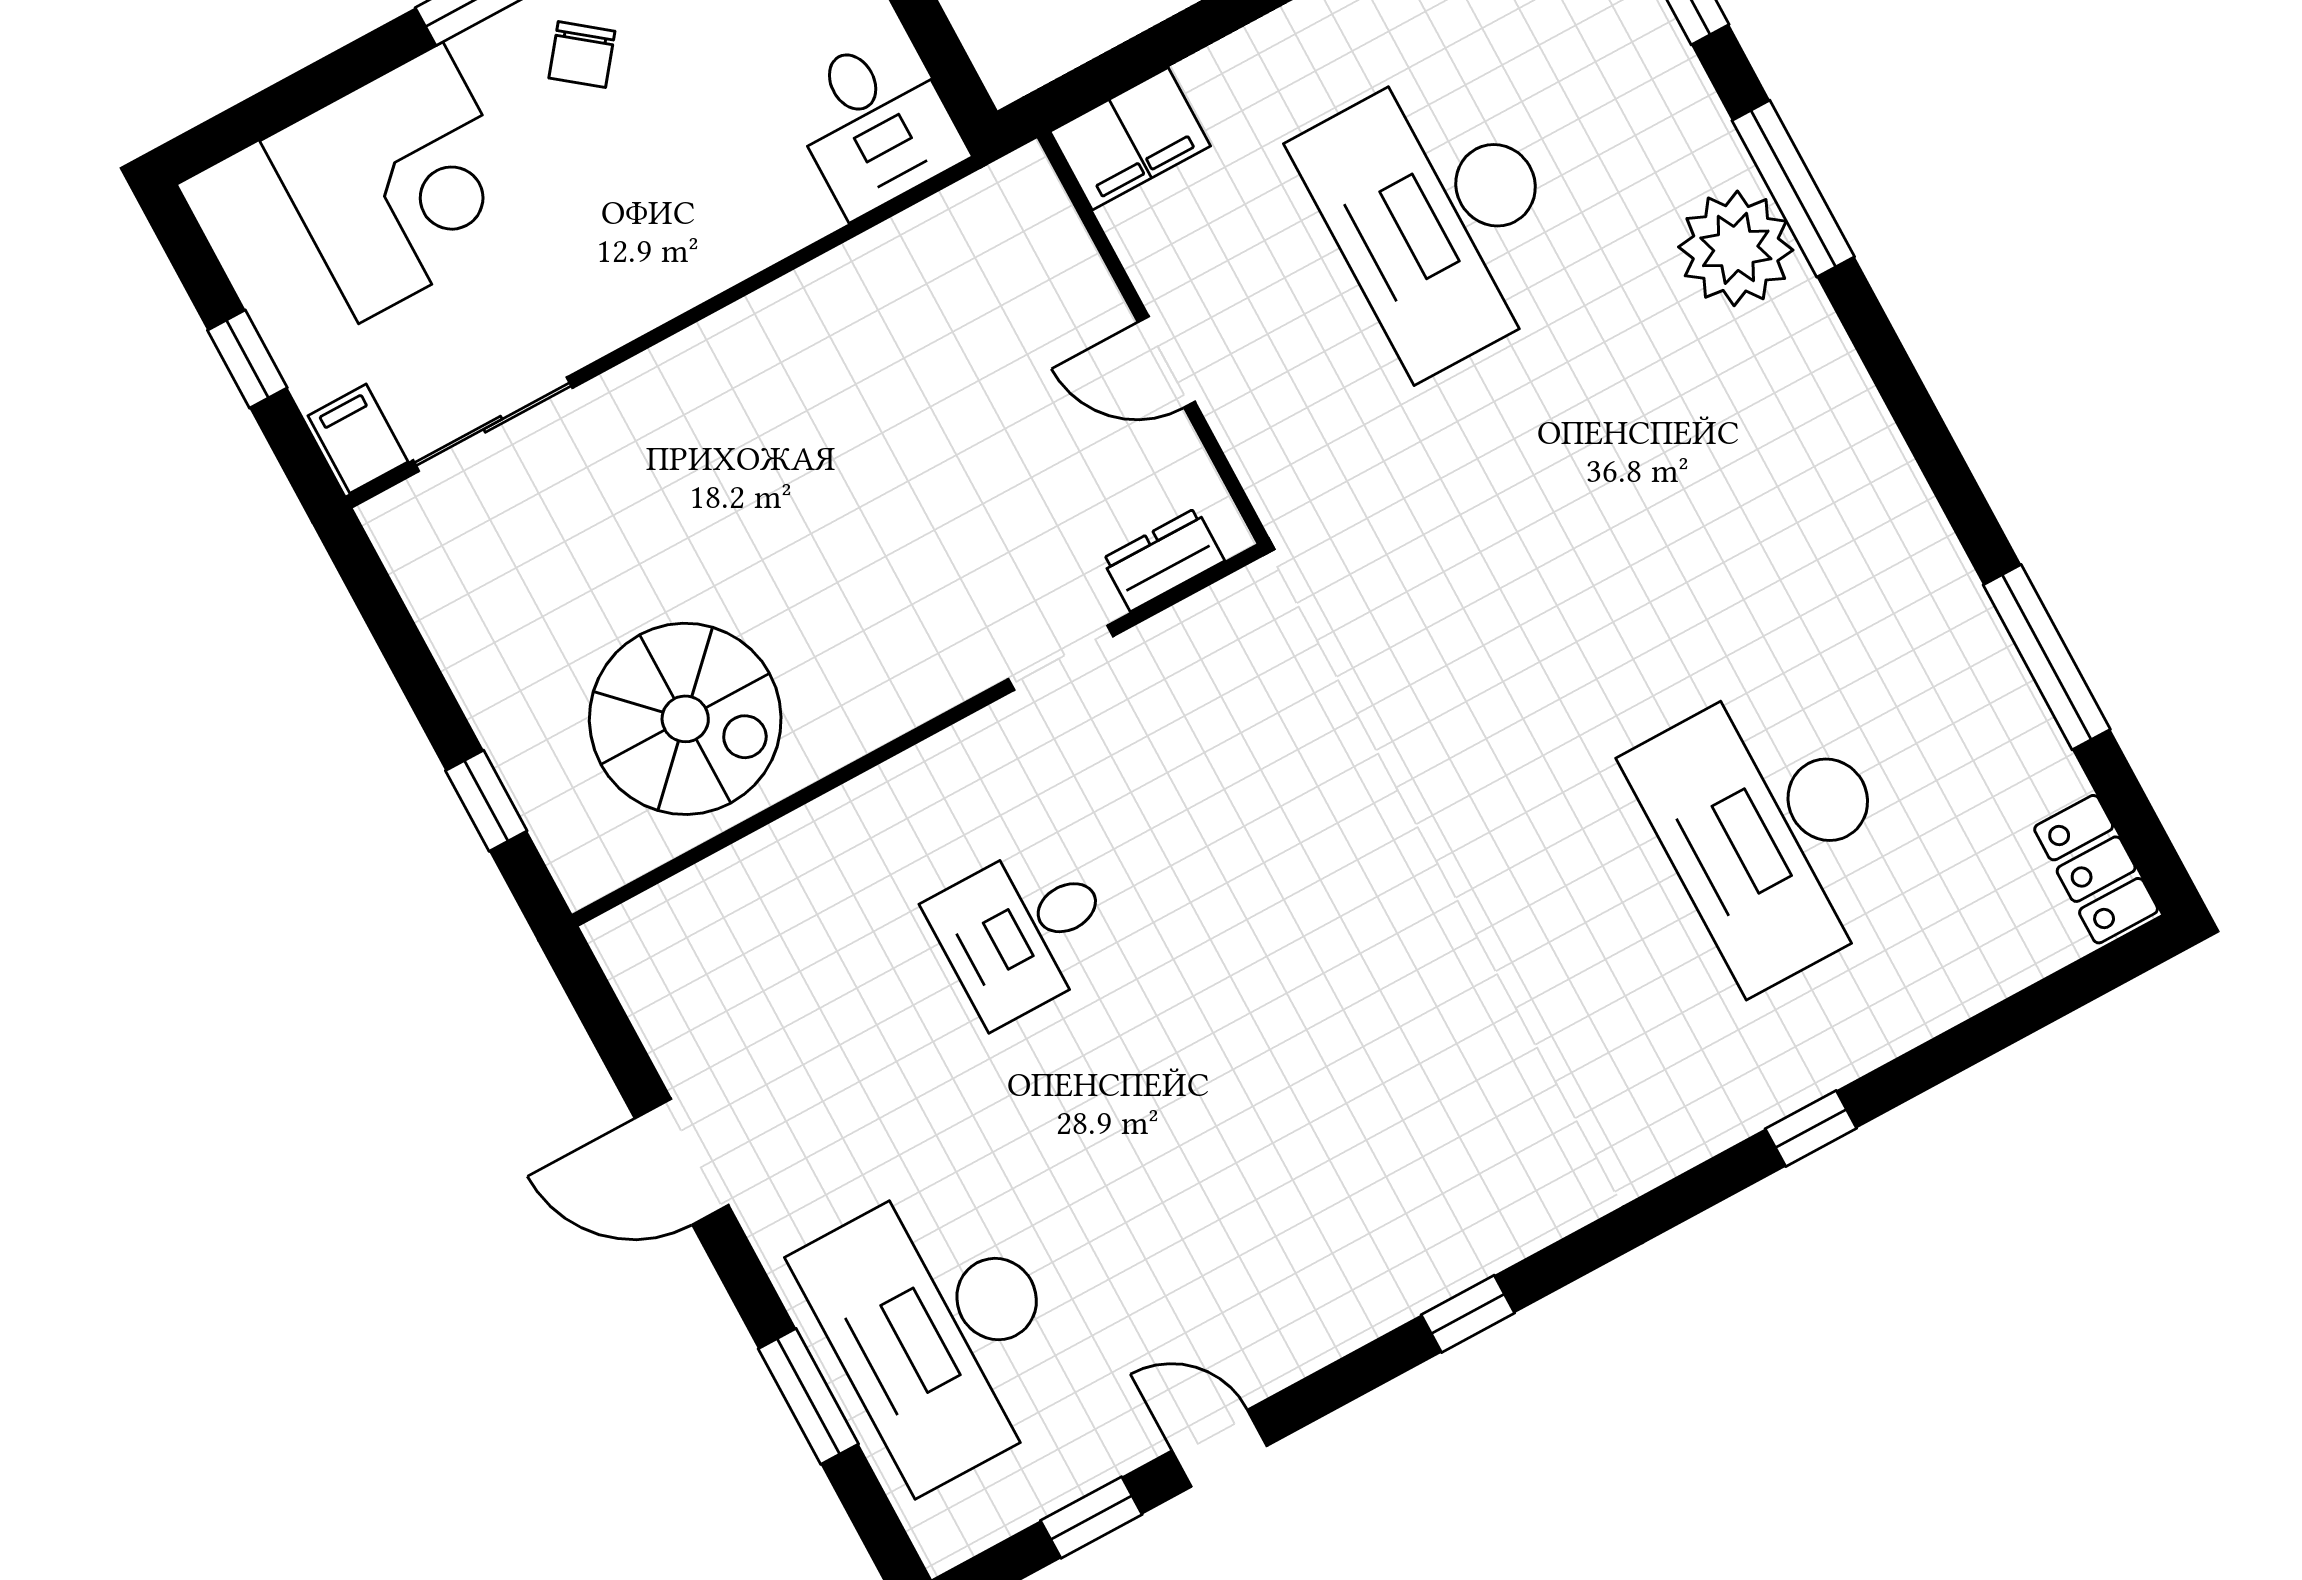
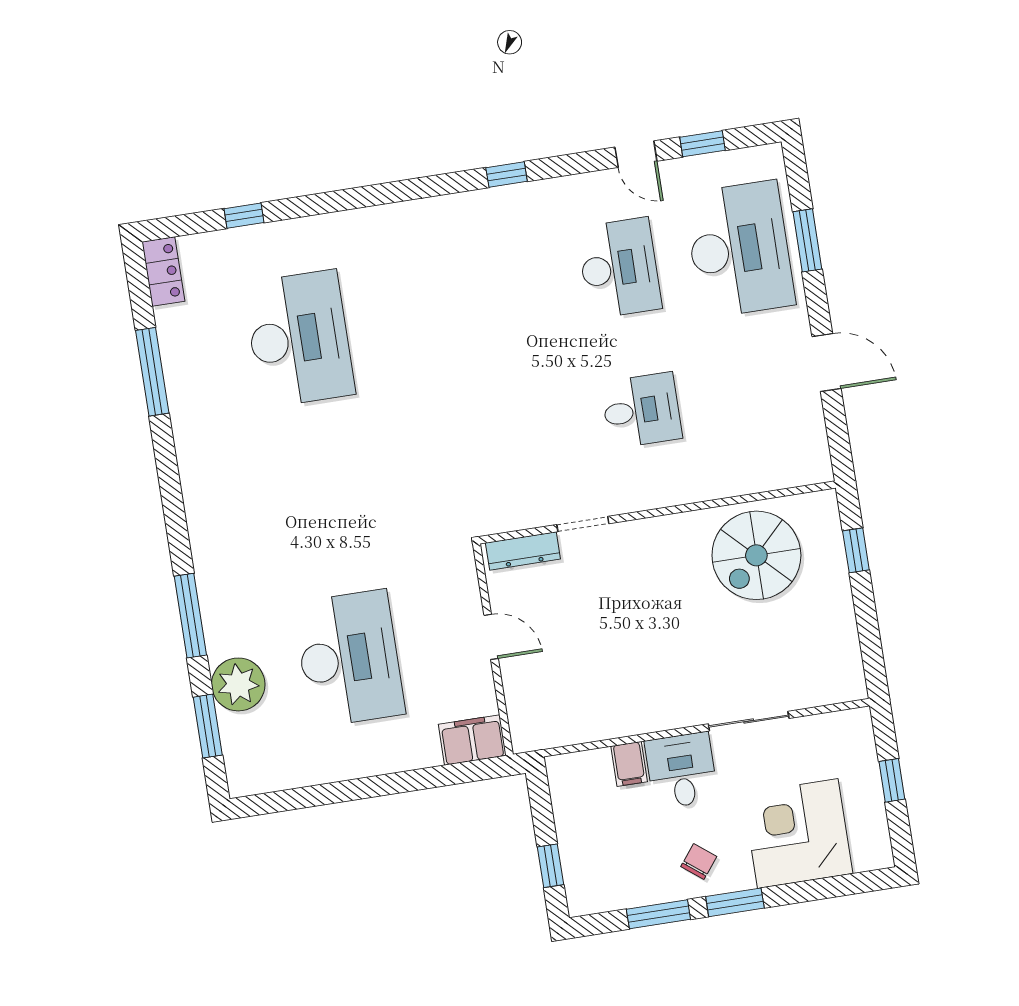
desk: (875, 123) -> (681, 770), moved
plant: (1736, 248) -> (238, 684), moved
sliding door: (493, 424) -> (749, 721), moved
filing cabinet: (358, 439) -> (629, 764), moved
dresser: (1163, 560) -> (523, 551), width x1.44
spiral stairs: (685, 719) -> (756, 555), turned -90
window: (1811, 1128) -> (244, 216), moved
desk: (1171, 1205) -> (619, 268), added

